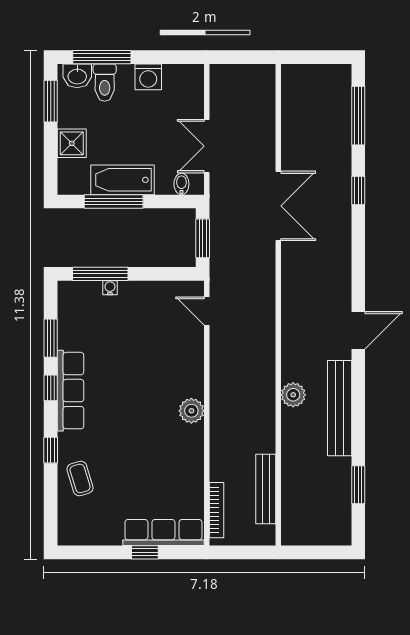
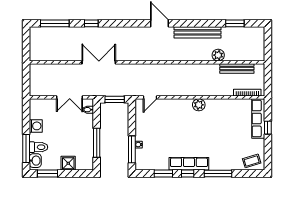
bathtub: (123, 180) -> (86, 138), removed
plant: (293, 395) -> (218, 55), moved
window: (51, 450) -> (218, 174), width x2.17
coffee table: (80, 478) -> (252, 161), moved

